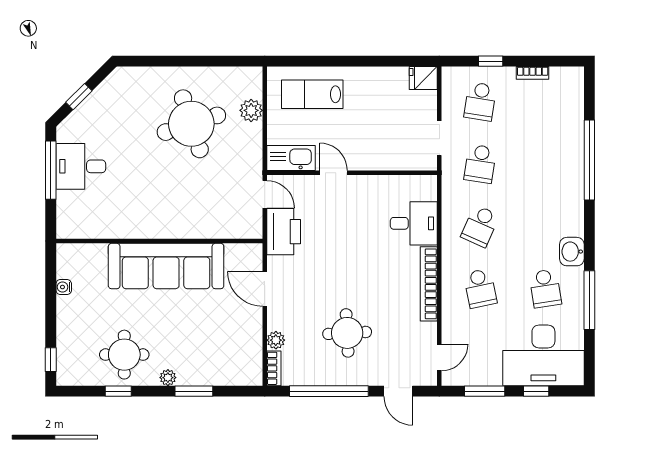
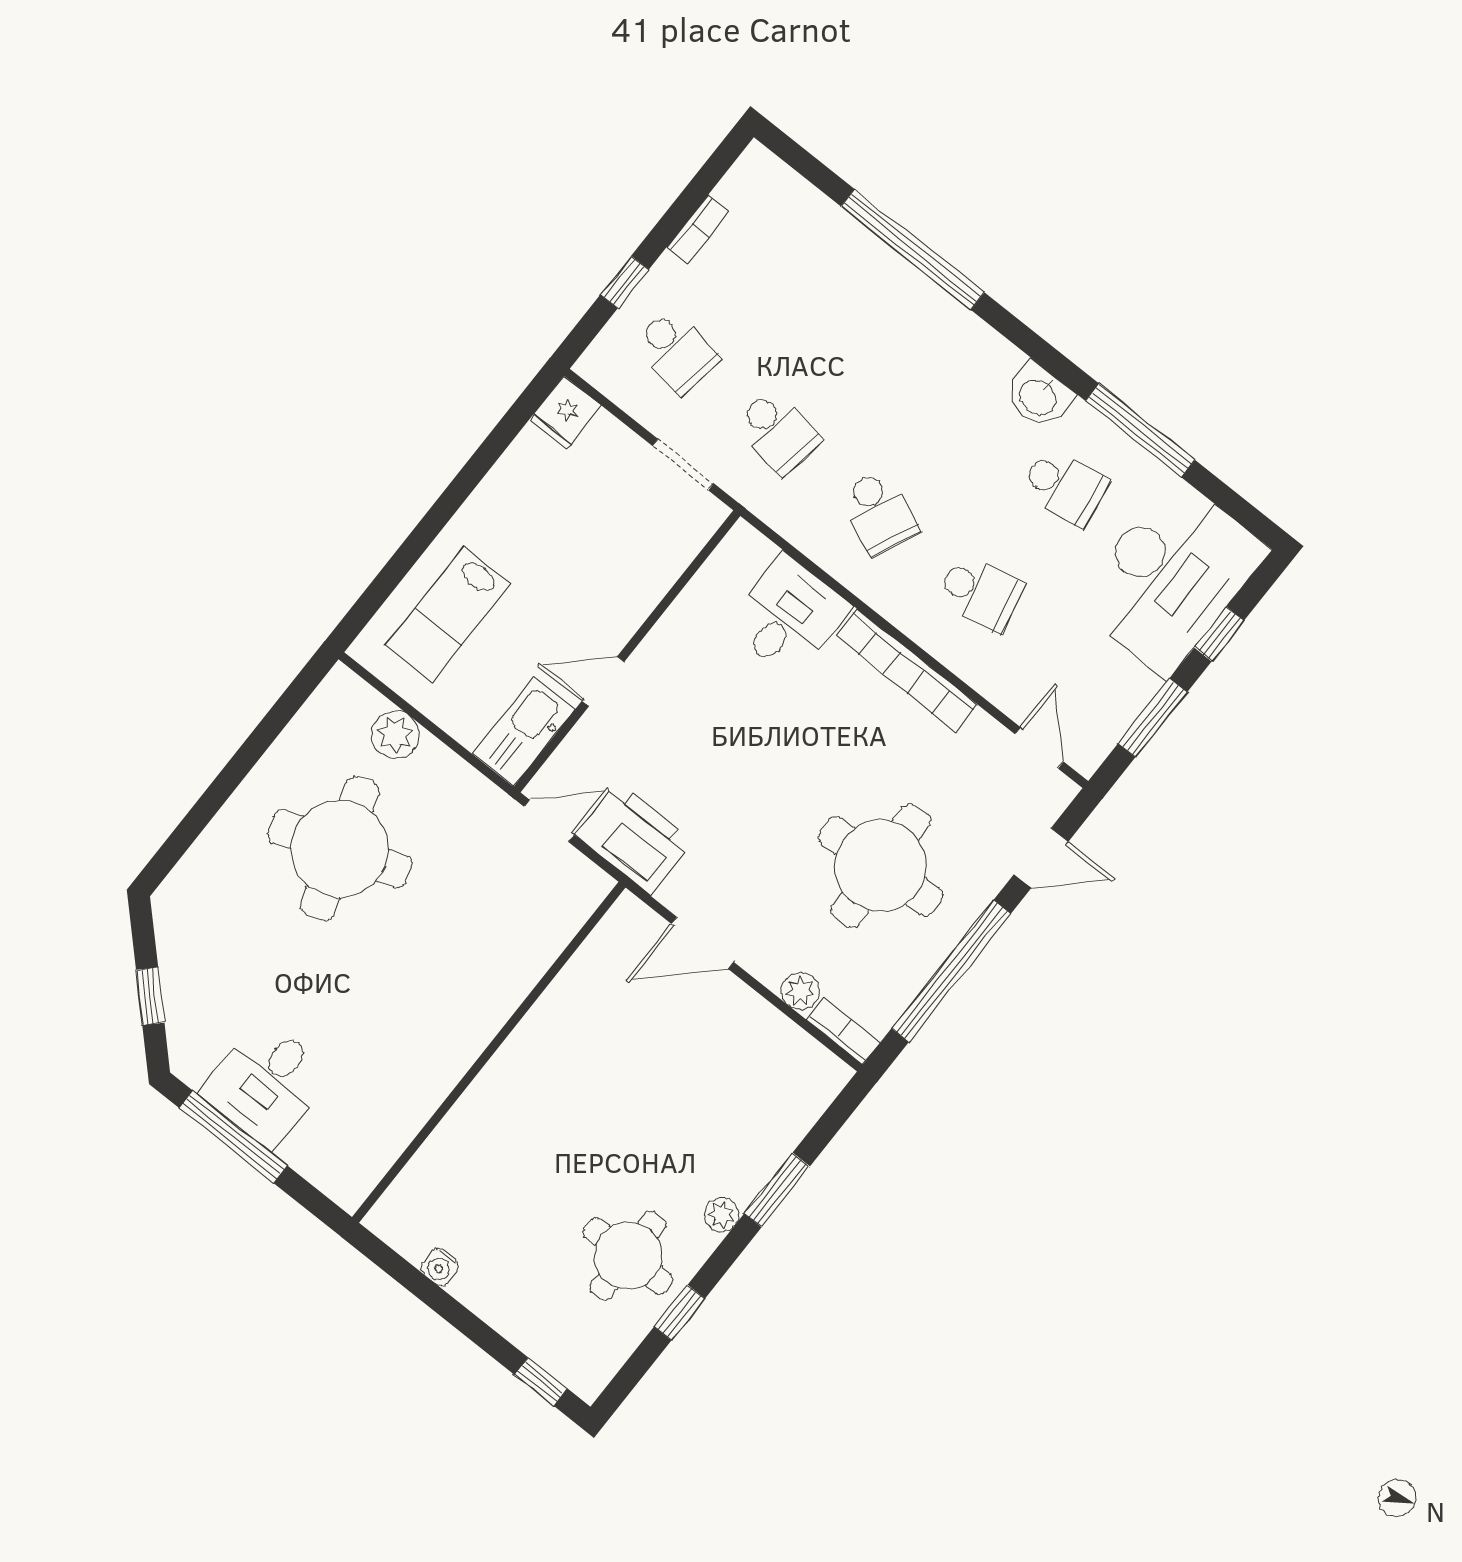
sofa: (166, 266) -> (538, 1074), removed
round table: (347, 333) -> (881, 866), width x1.36, depth x1.36

